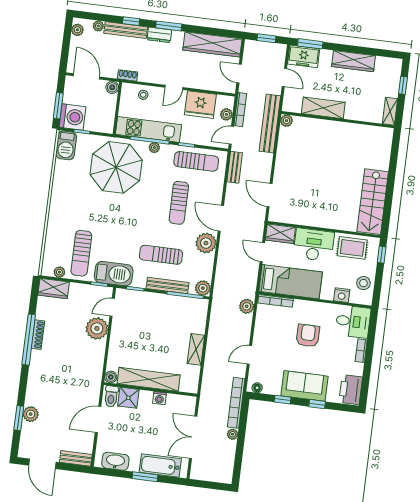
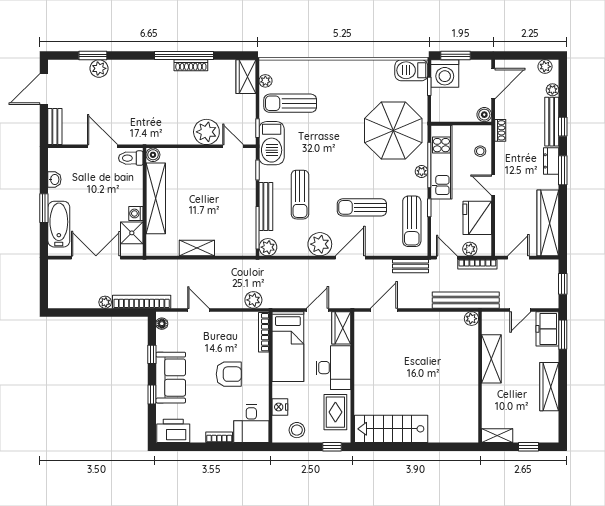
sun lounger: (161, 255) -> (300, 195), turned 180
shower: (128, 398) -> (132, 233), moved
washbasin: (115, 461) -> (54, 179), width x0.52, depth x0.69

